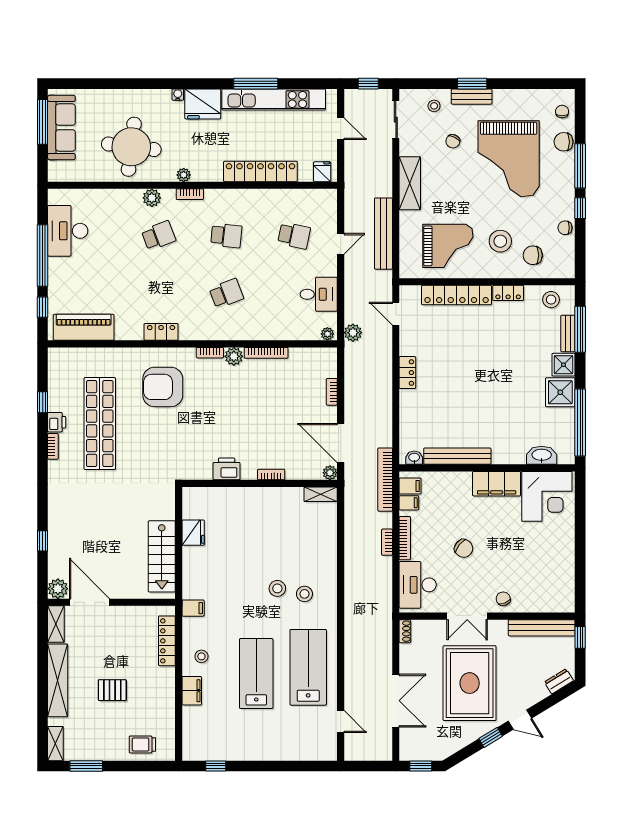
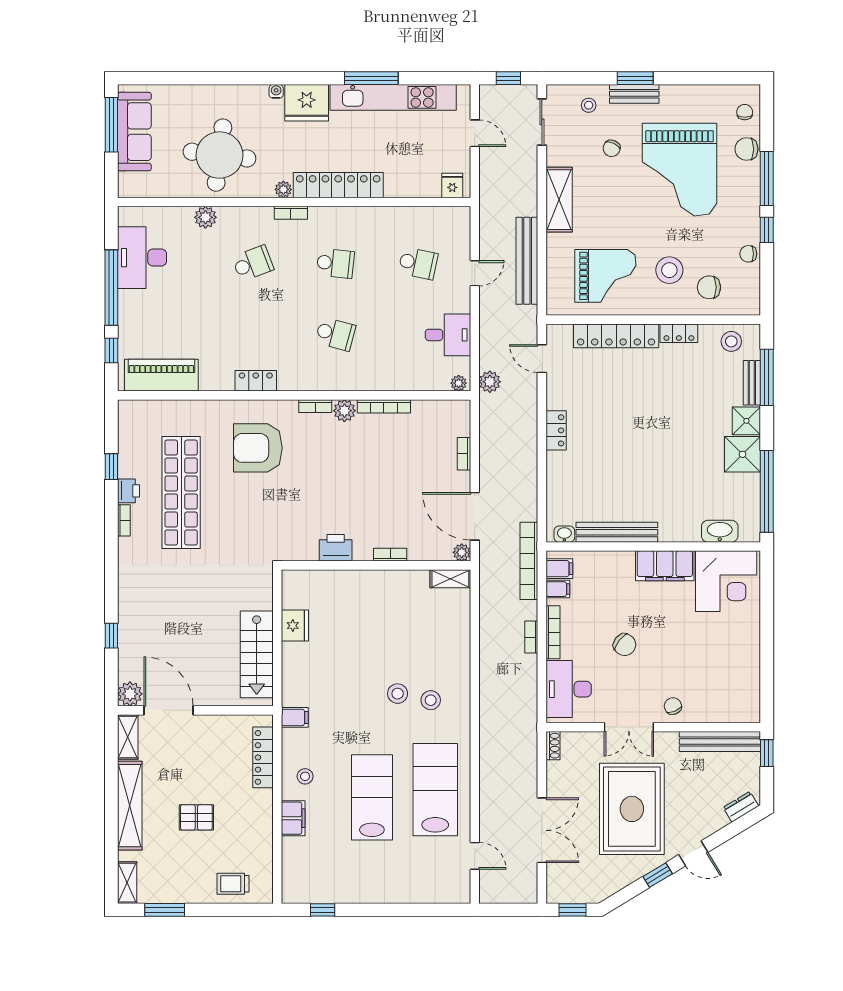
locker: (260, 171) -> (338, 185), moved
plant: (152, 198) -> (205, 217), moved
school desk: (226, 294) -> (335, 334), turned 36

